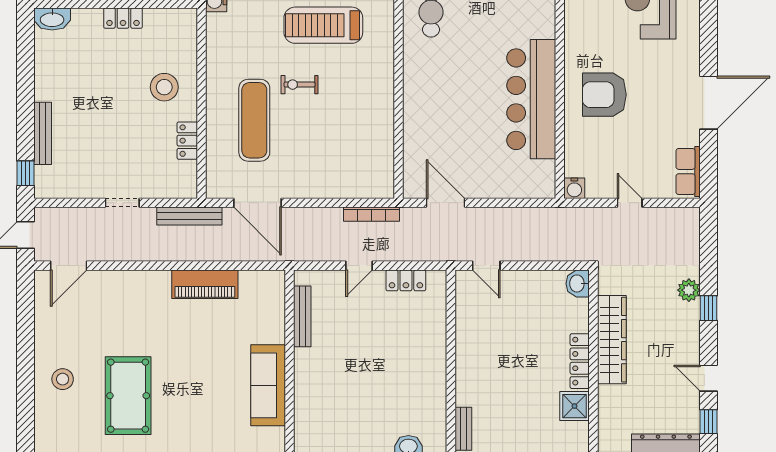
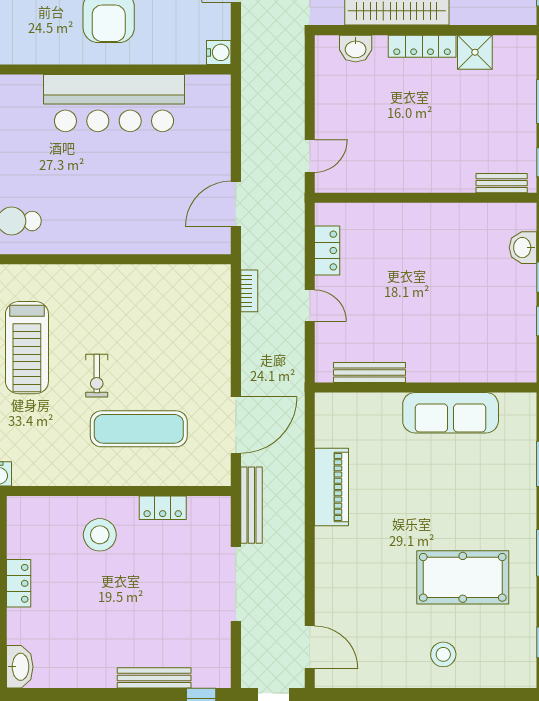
doorway: (122, 203) -> (236, 584), width x1.87
bookcase: (372, 214) -> (249, 291), width x0.64
washbasin: (578, 283) -> (356, 49), moved

